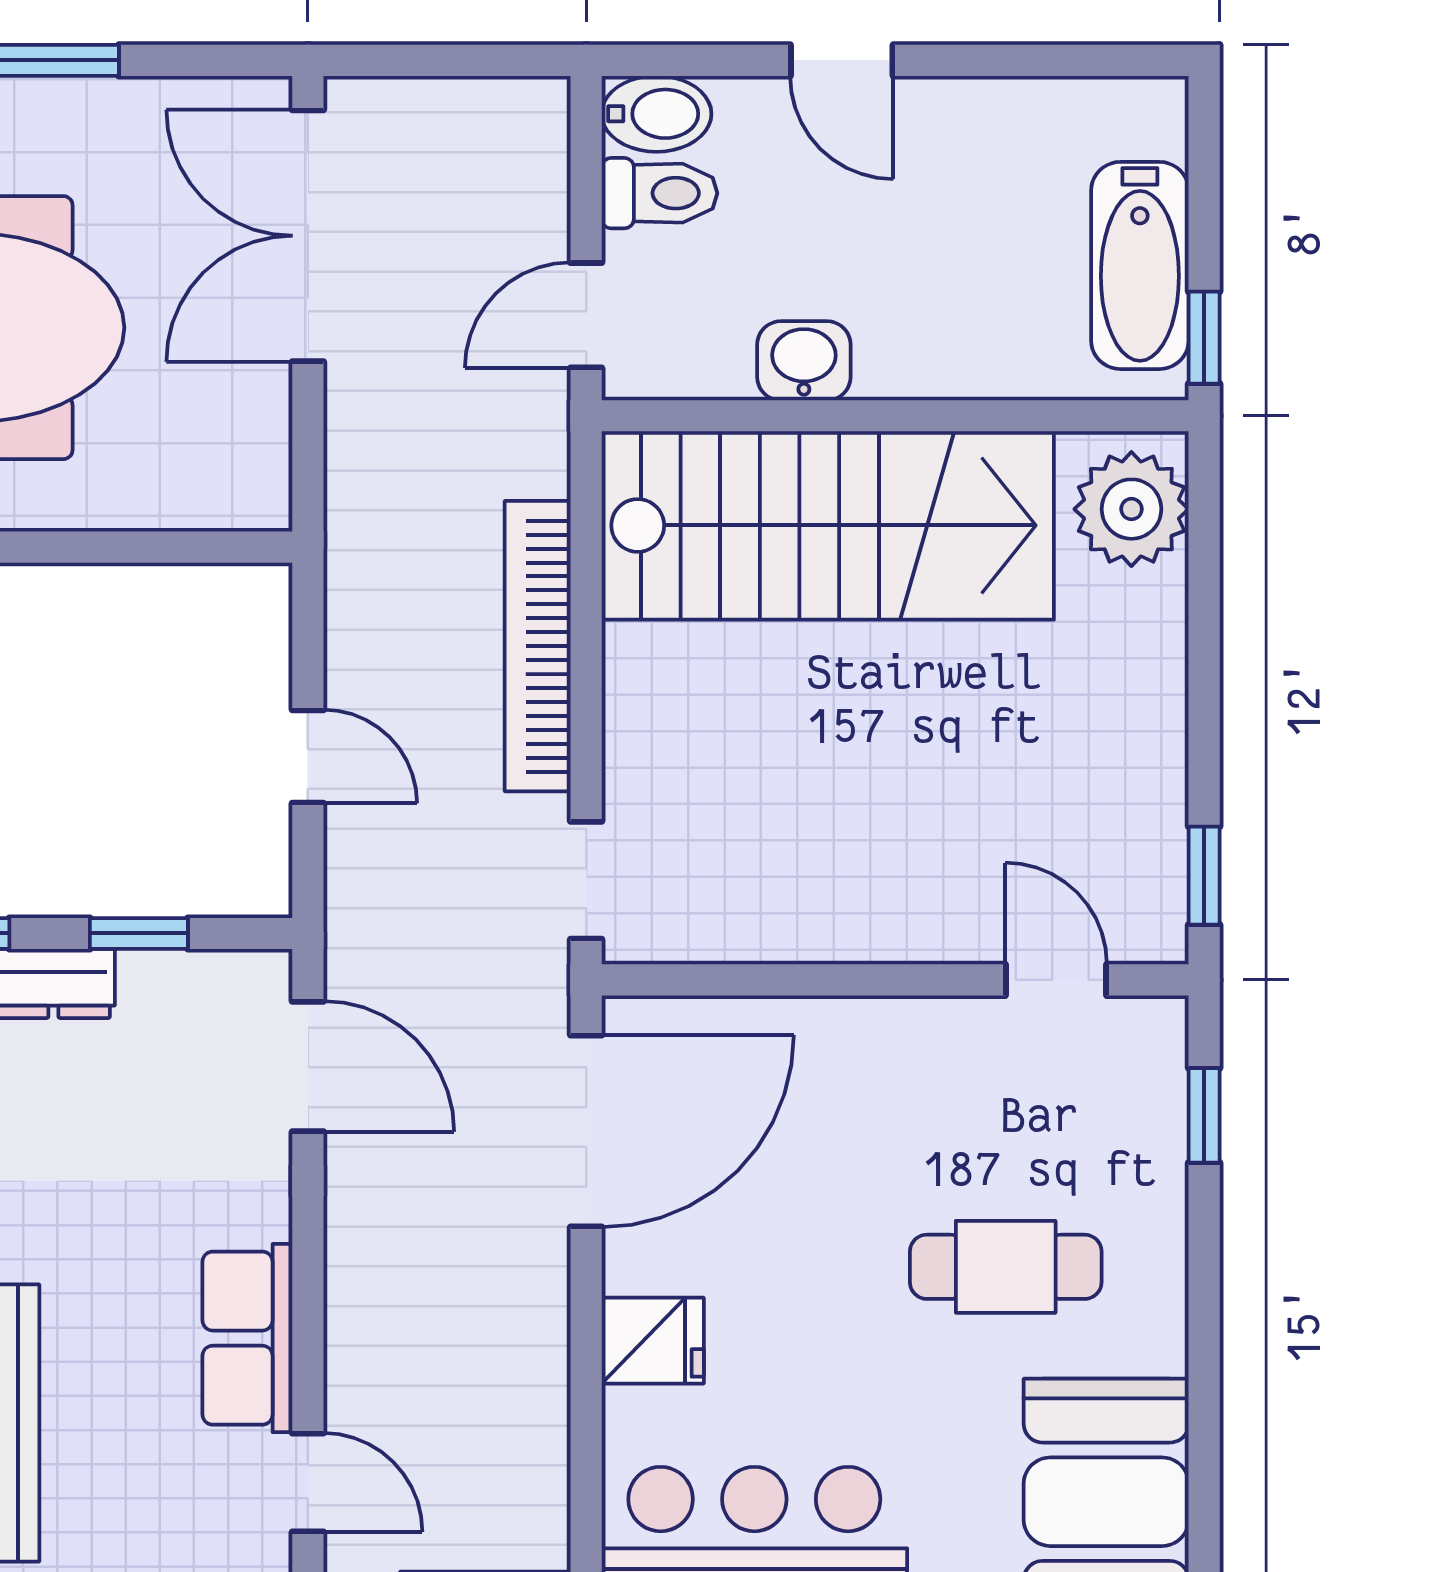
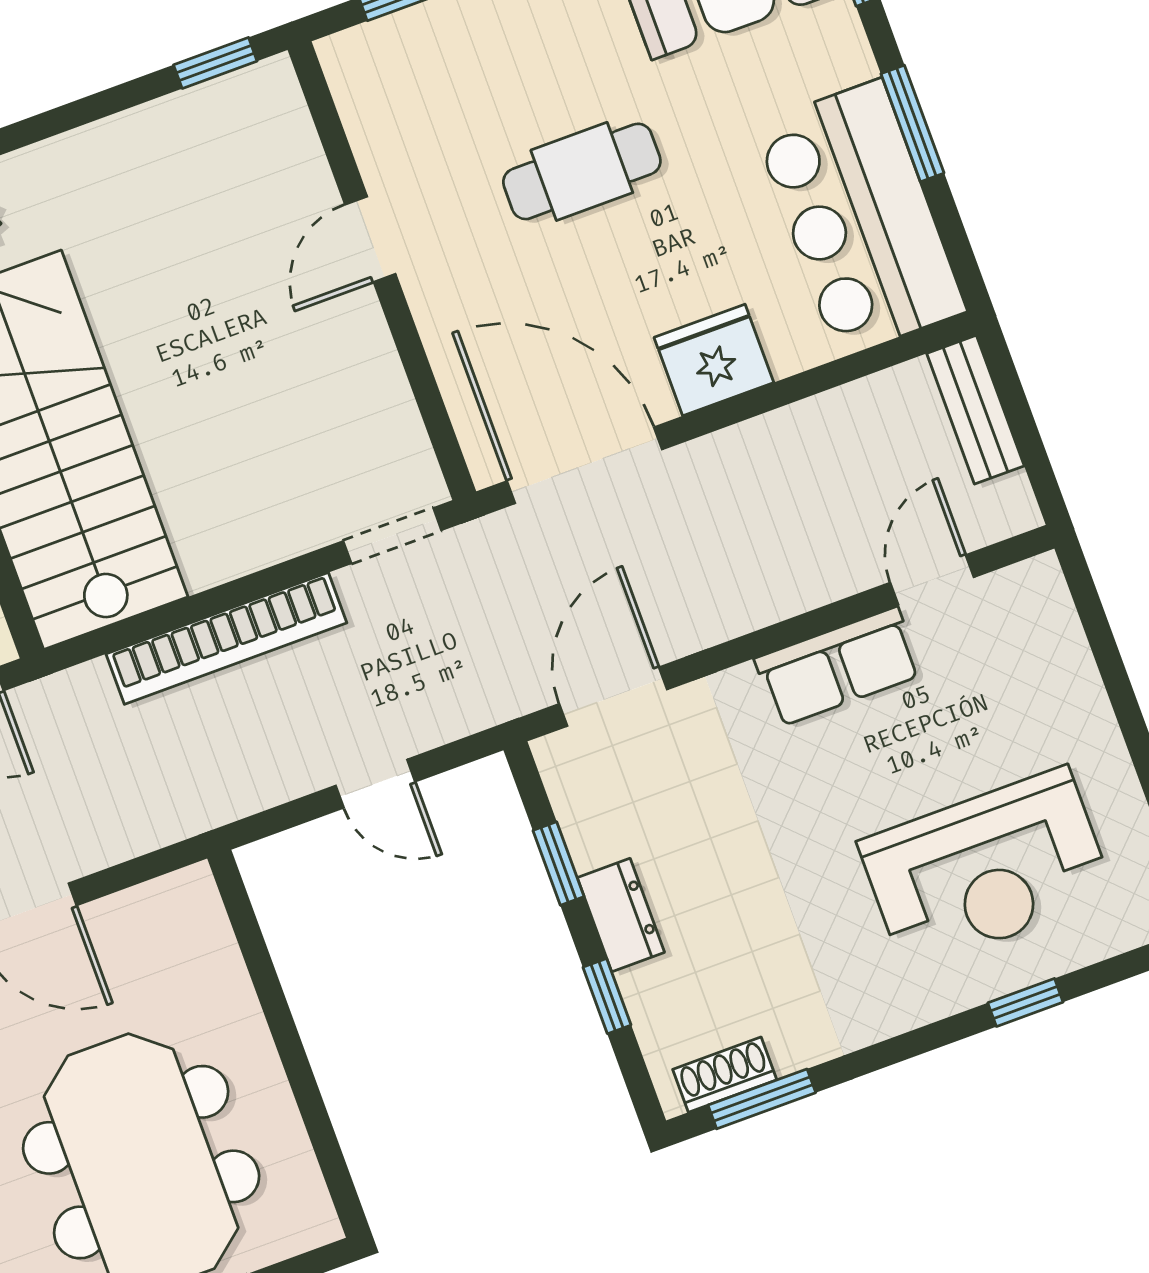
door: (308, 756) -> (375, 784), swing flipped
door: (1056, 980) -> (370, 239), moved
cafe table: (1006, 1267) -> (582, 171), moved, turned 90
fridge: (653, 1341) -> (714, 360), width x1.38

